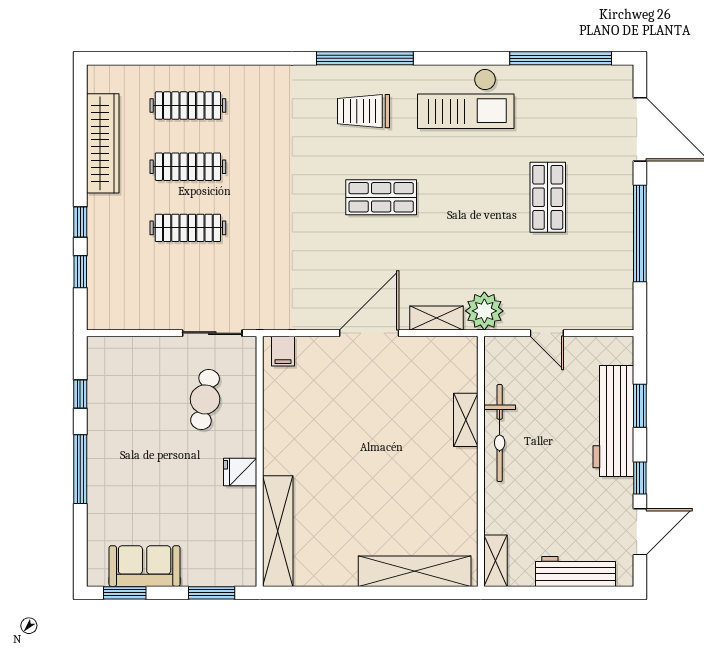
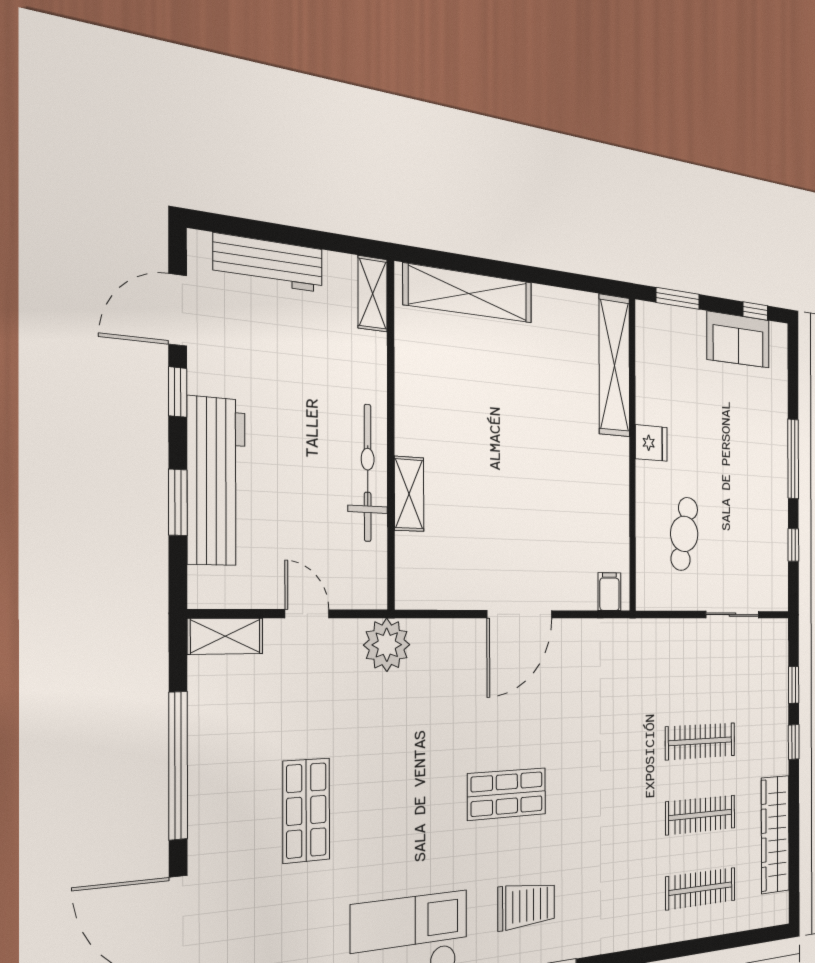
shelving: (437, 318) -> (225, 636), moved
sliding door: (212, 333) -> (732, 615), moved
window: (125, 593) -> (755, 311), width x0.67

